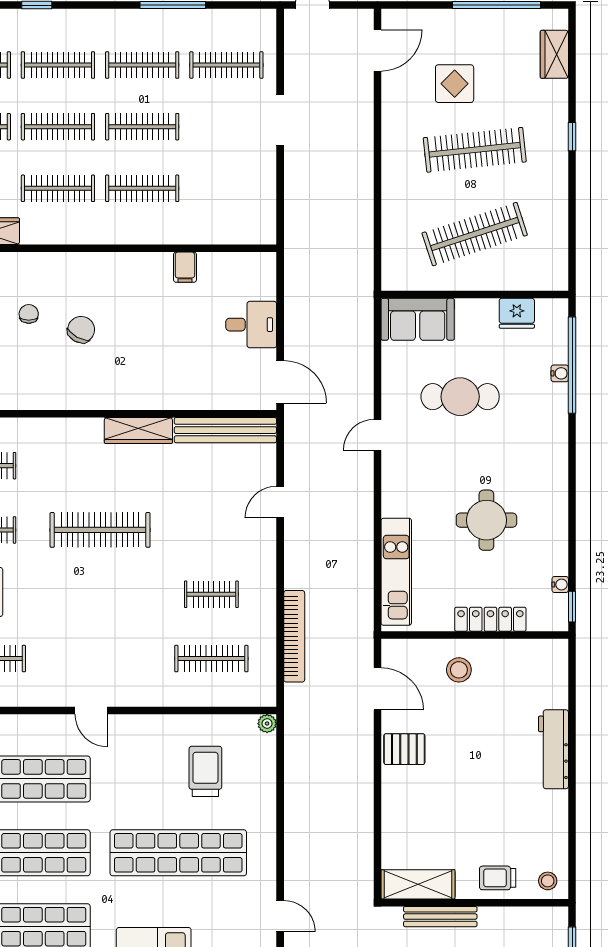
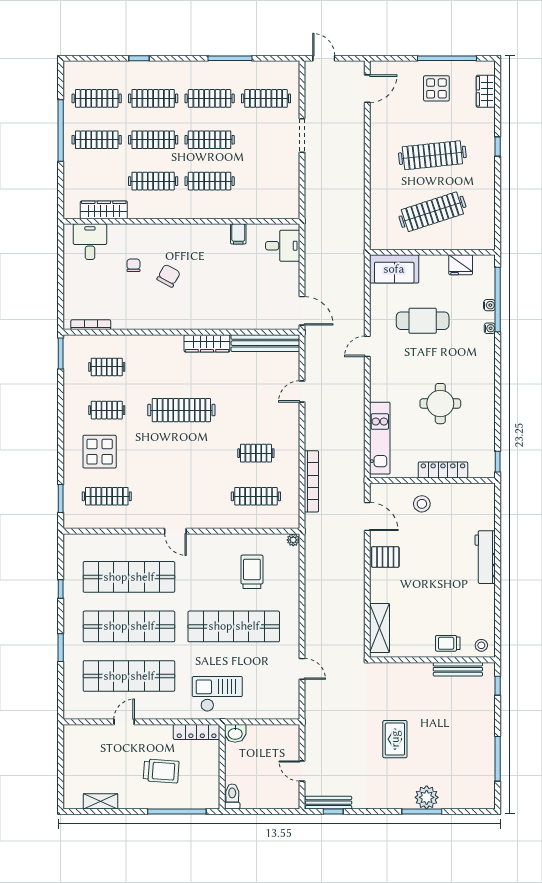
display table: (455, 84) -> (436, 88), moved
desk: (251, 325) -> (283, 246), moved
water cooler: (560, 584) -> (490, 328), moved
shelving: (418, 884) -> (380, 628), moved, turned 90
bench: (440, 917) -> (458, 669), moved

